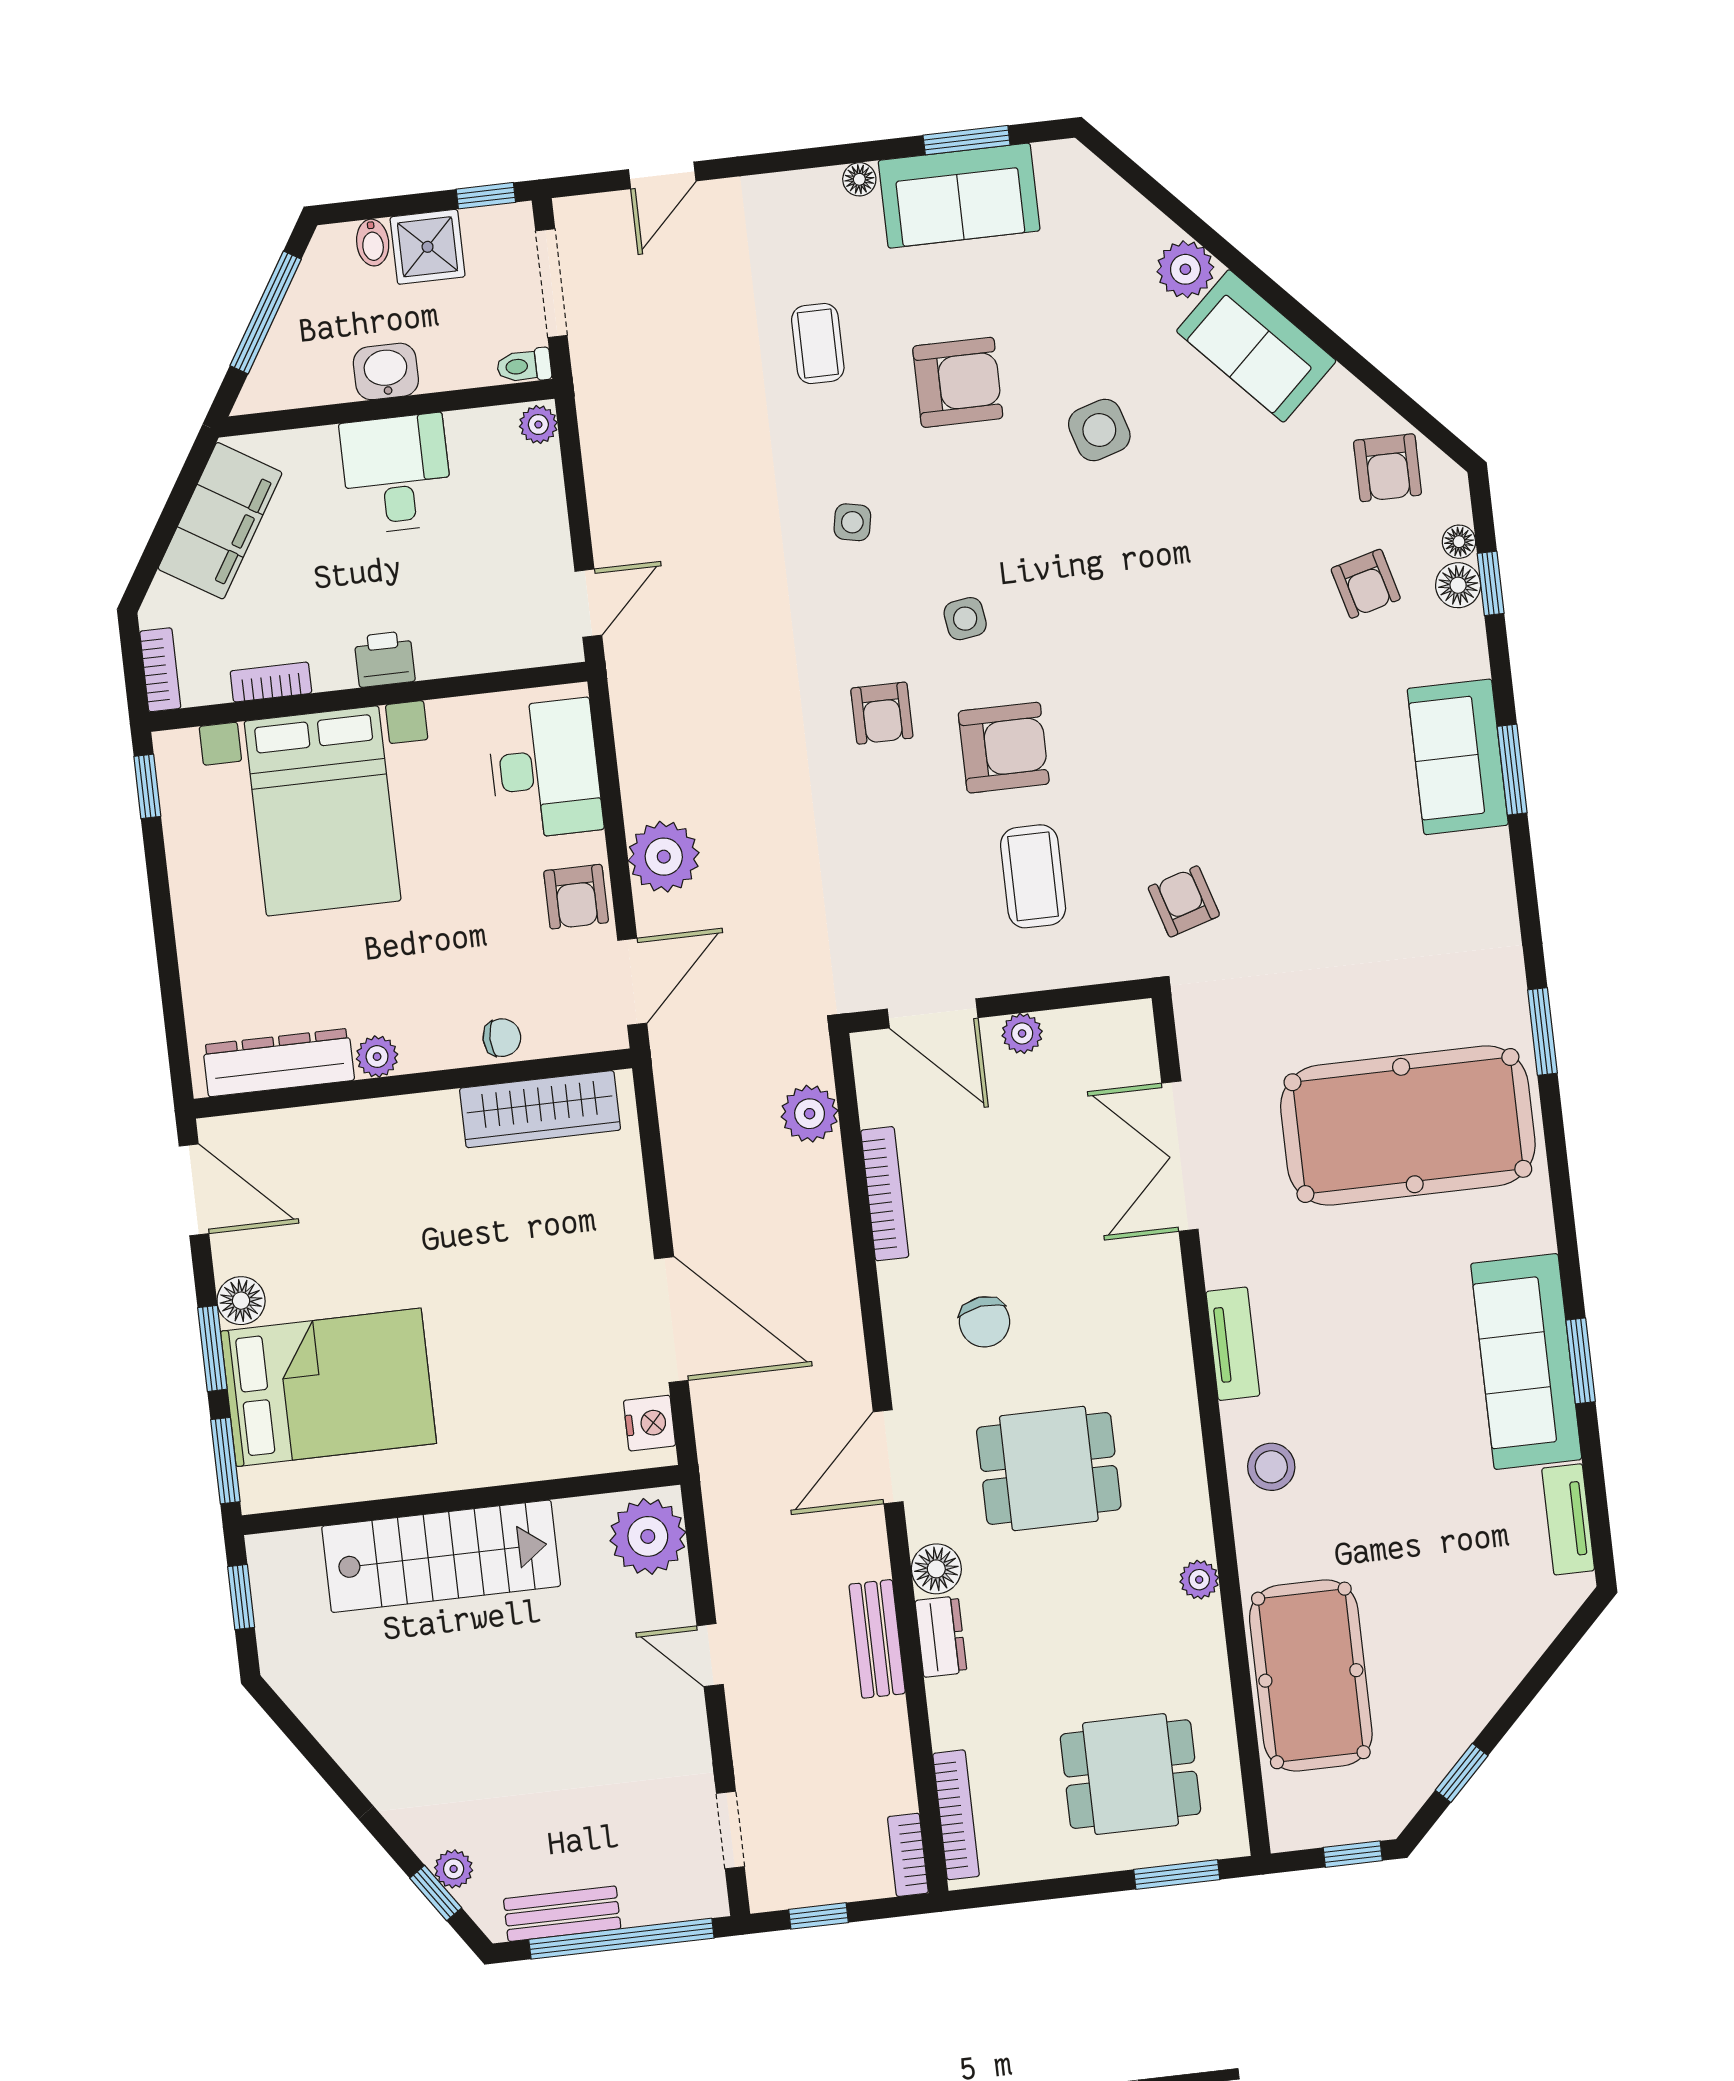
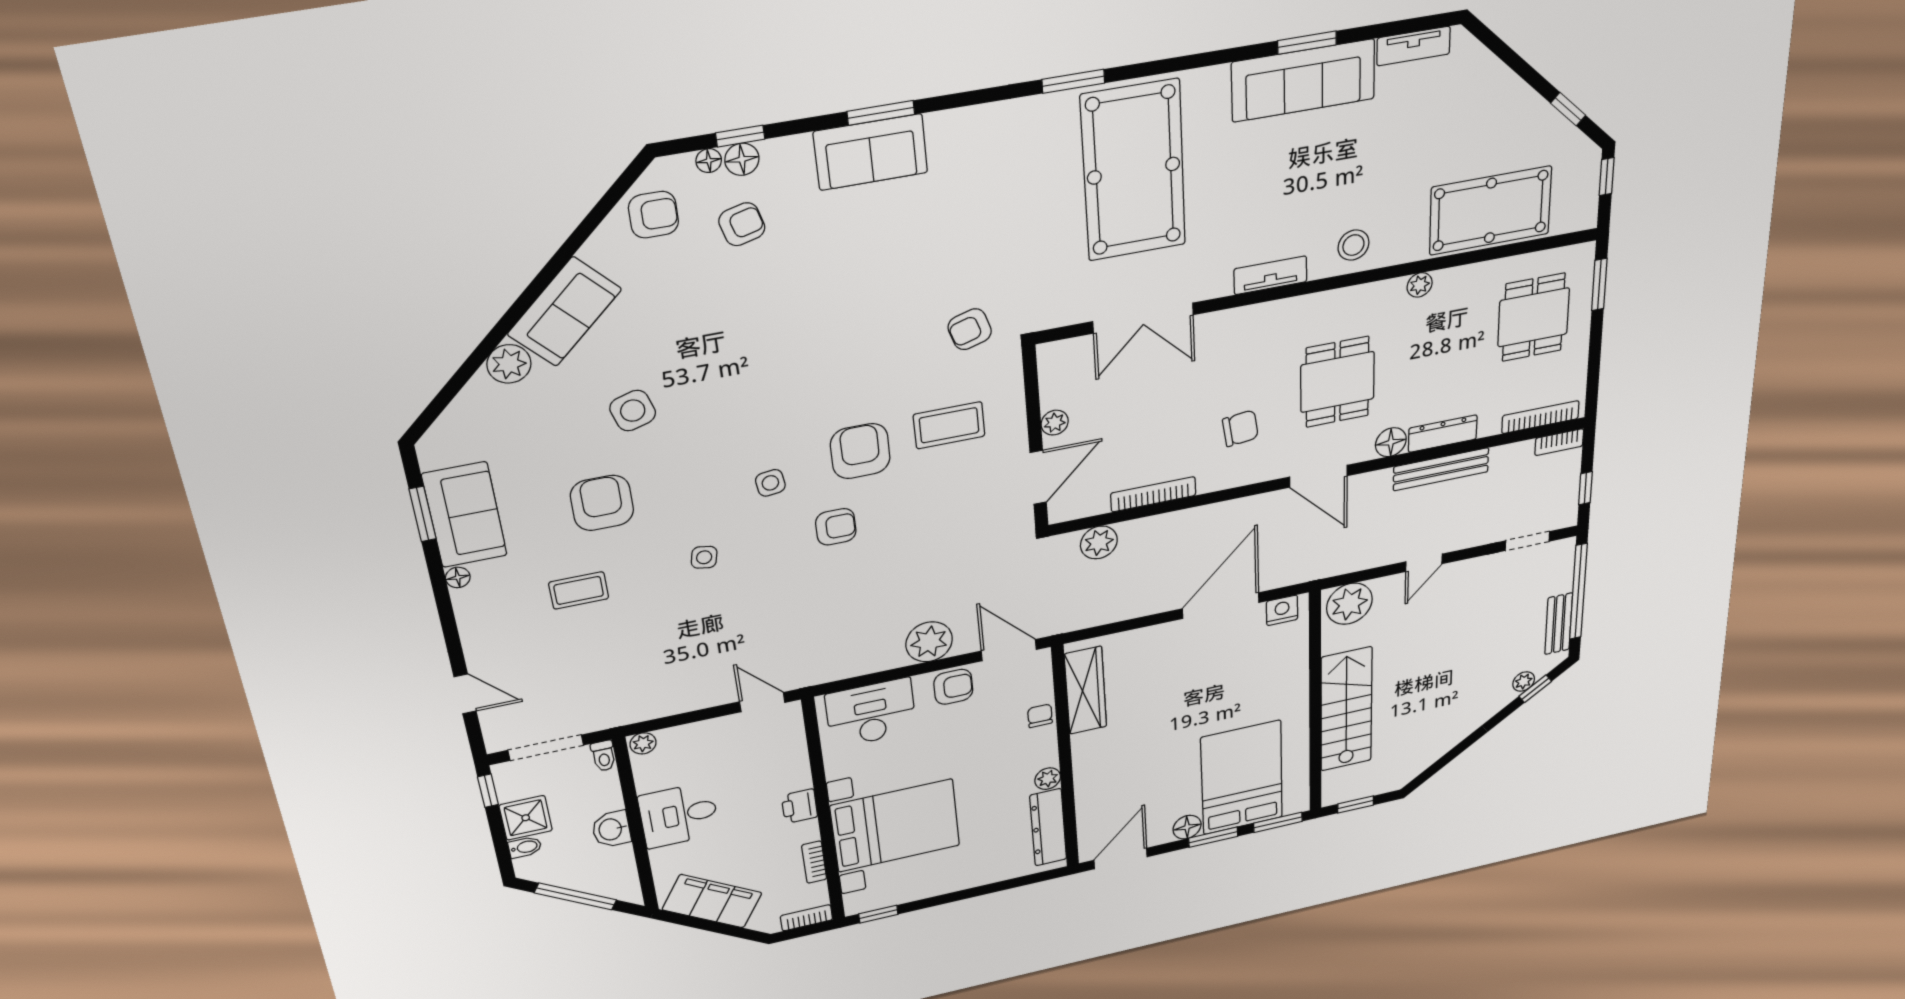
dresser: (941, 1637) -> (1443, 434), width x1.44
bench: (877, 1639) -> (1441, 469), width x1.36

